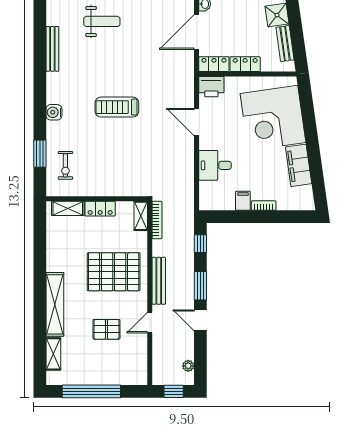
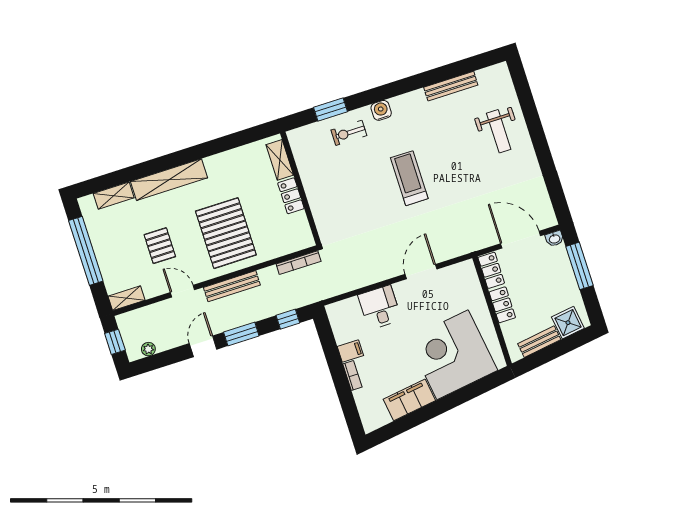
printer: (211, 87) -> (465, 275), removed
exercise bike: (65, 165) -> (349, 133), moved
shelving: (141, 216) -> (127, 298), moved

